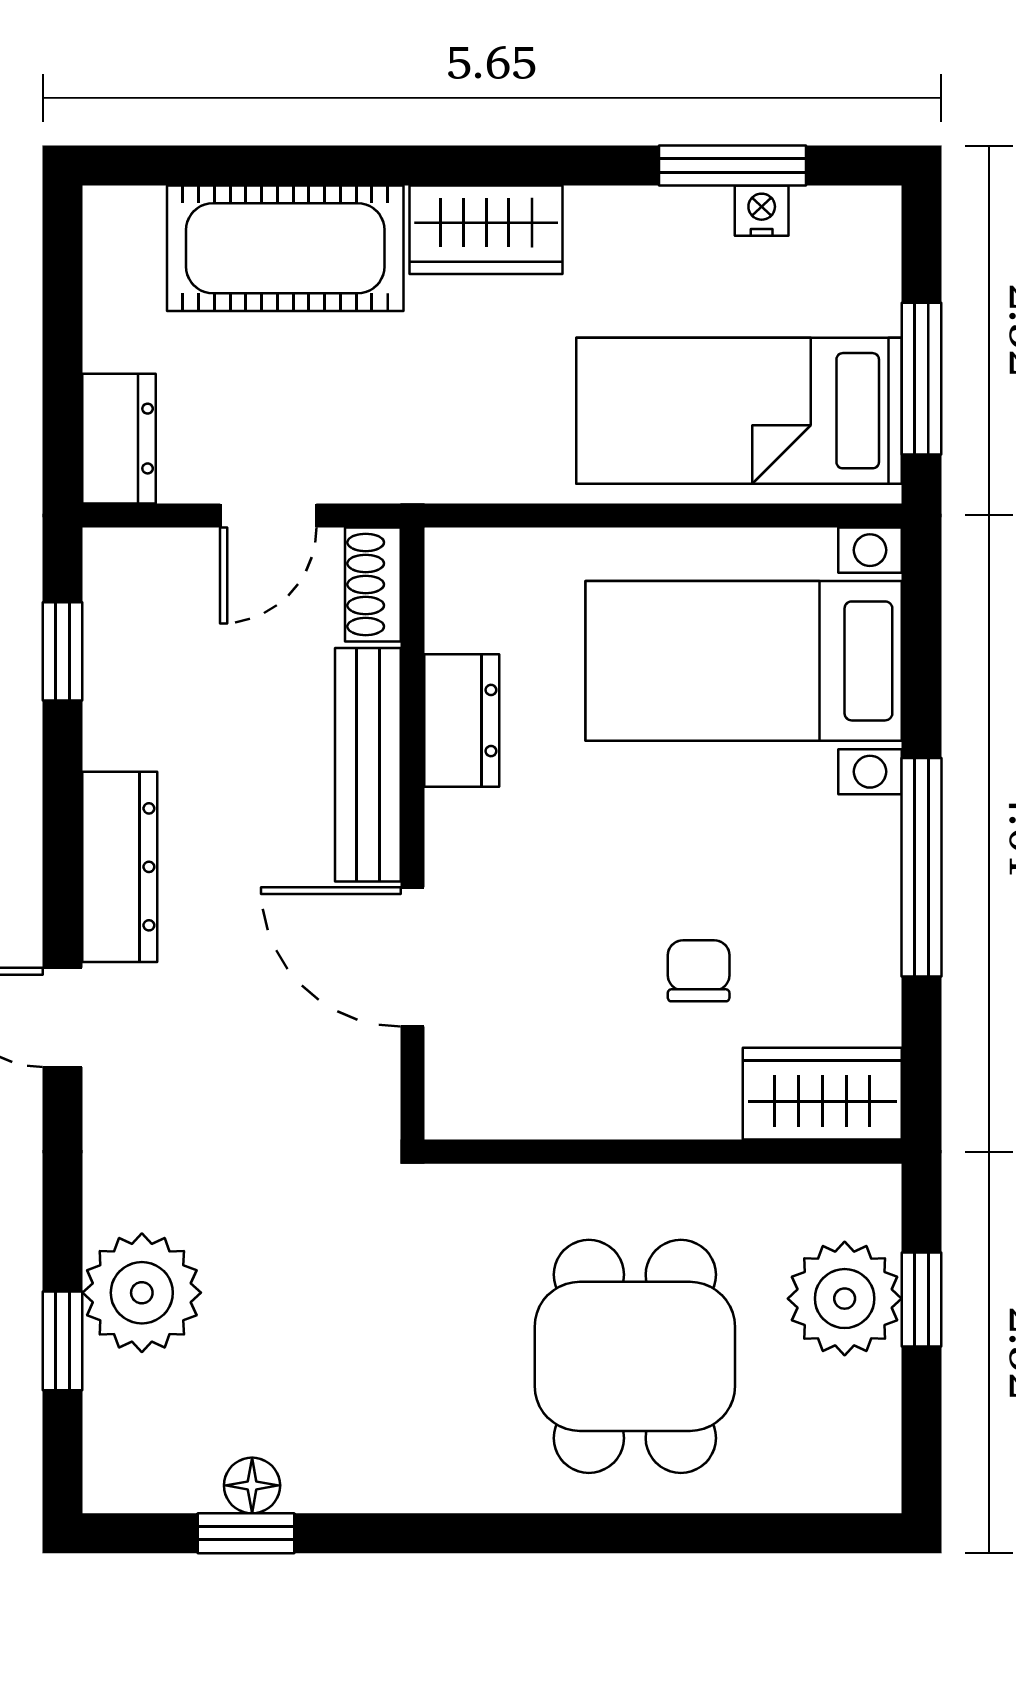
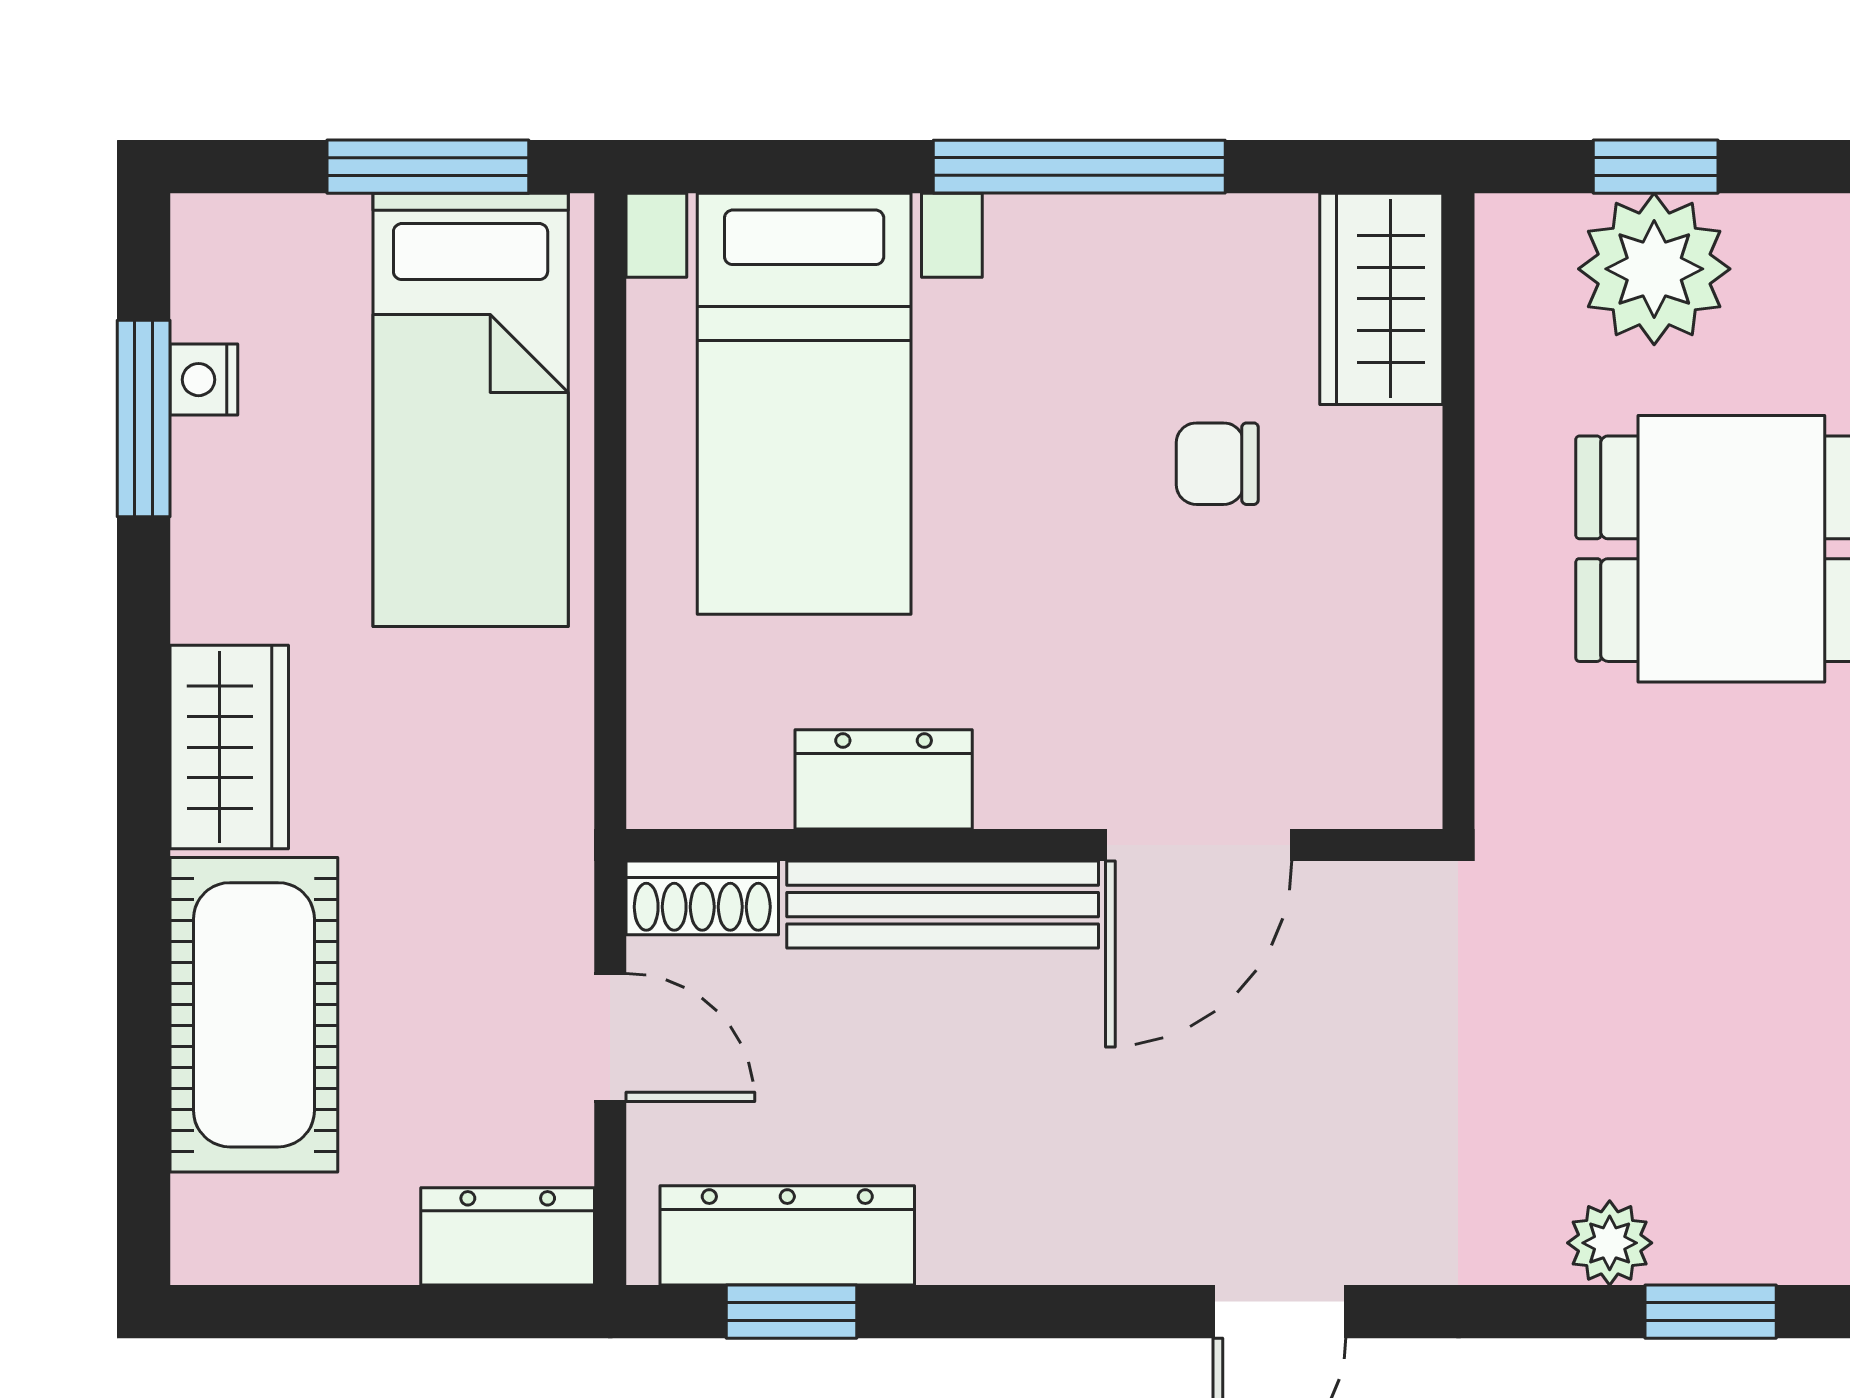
dresser: (120, 867) -> (787, 1235), moved
plant: (142, 1293) -> (1610, 1243), width x0.53, depth x0.53

